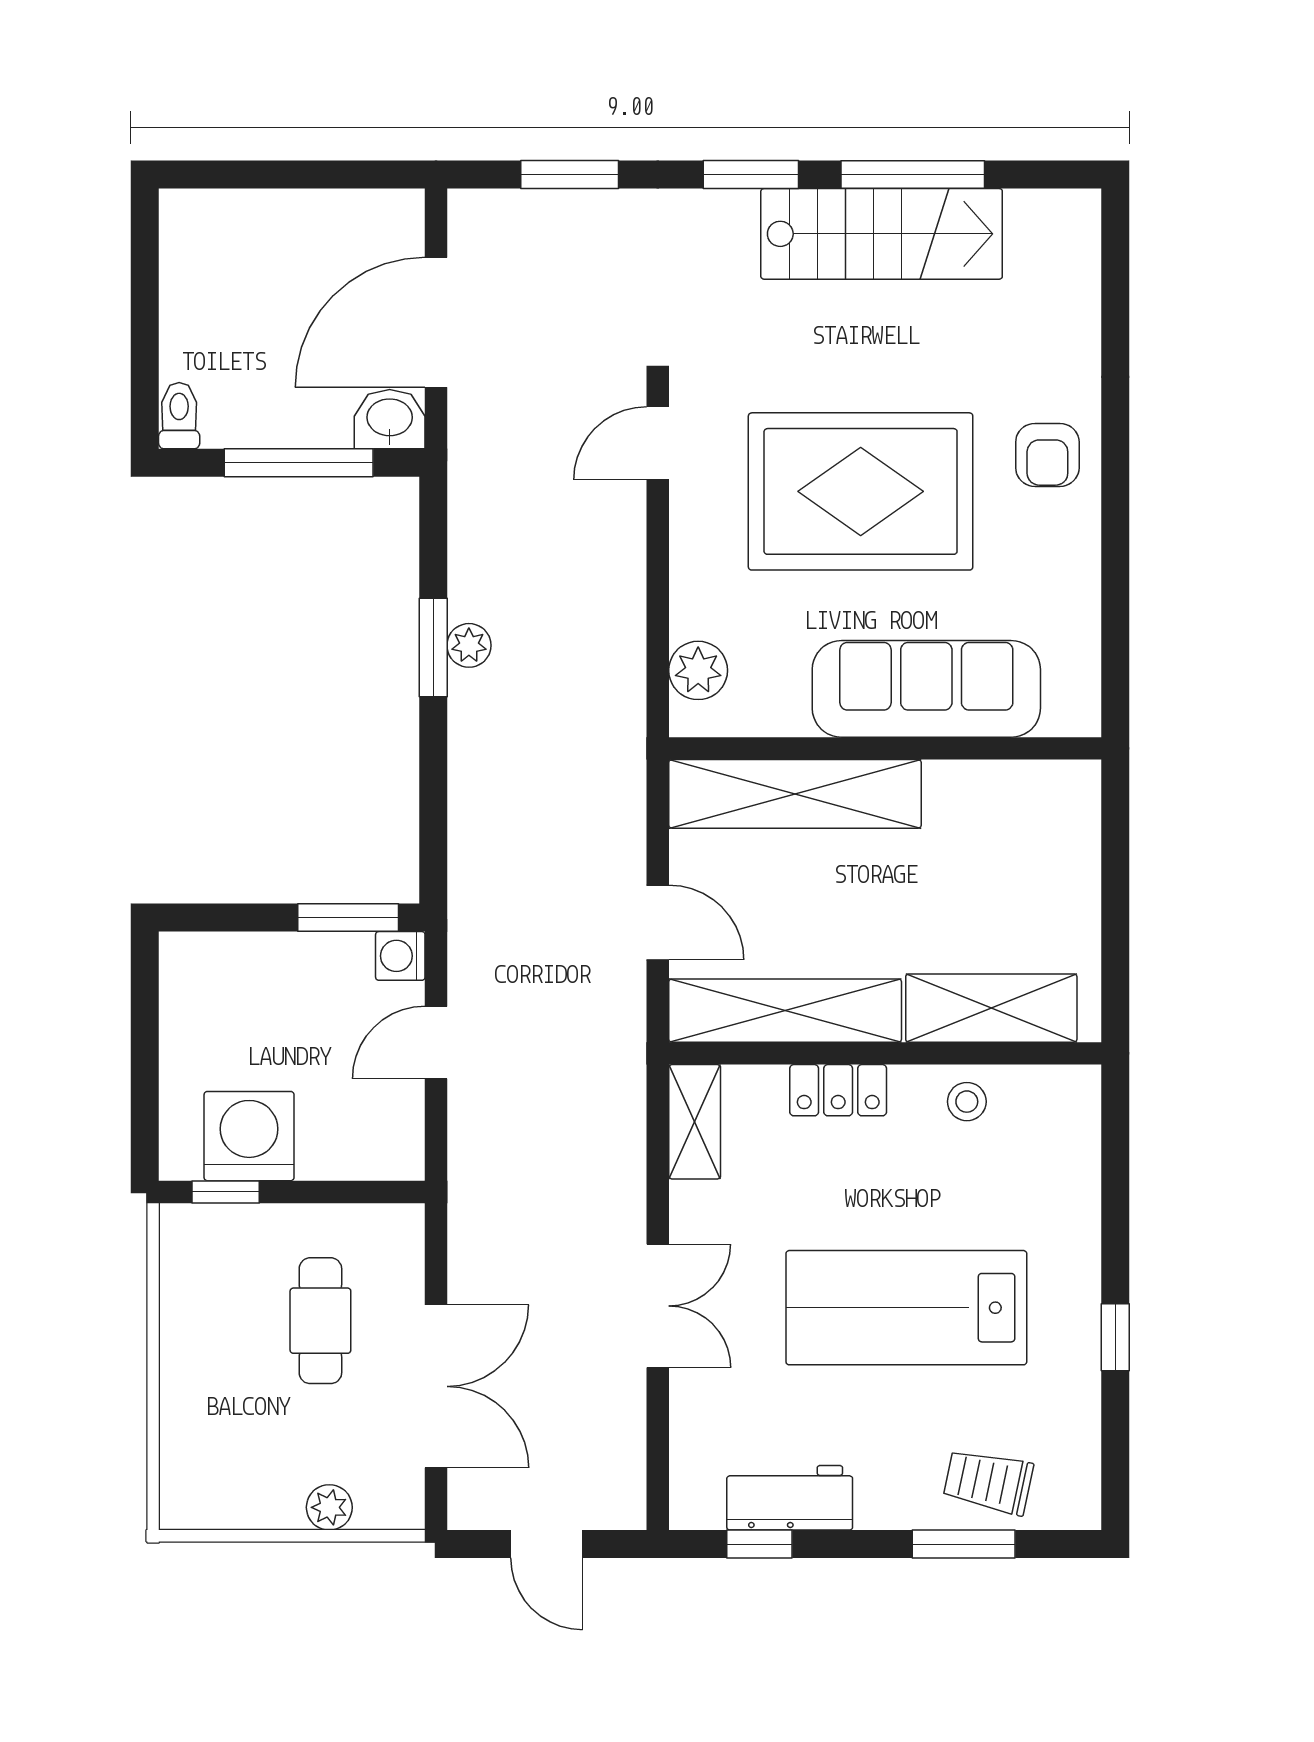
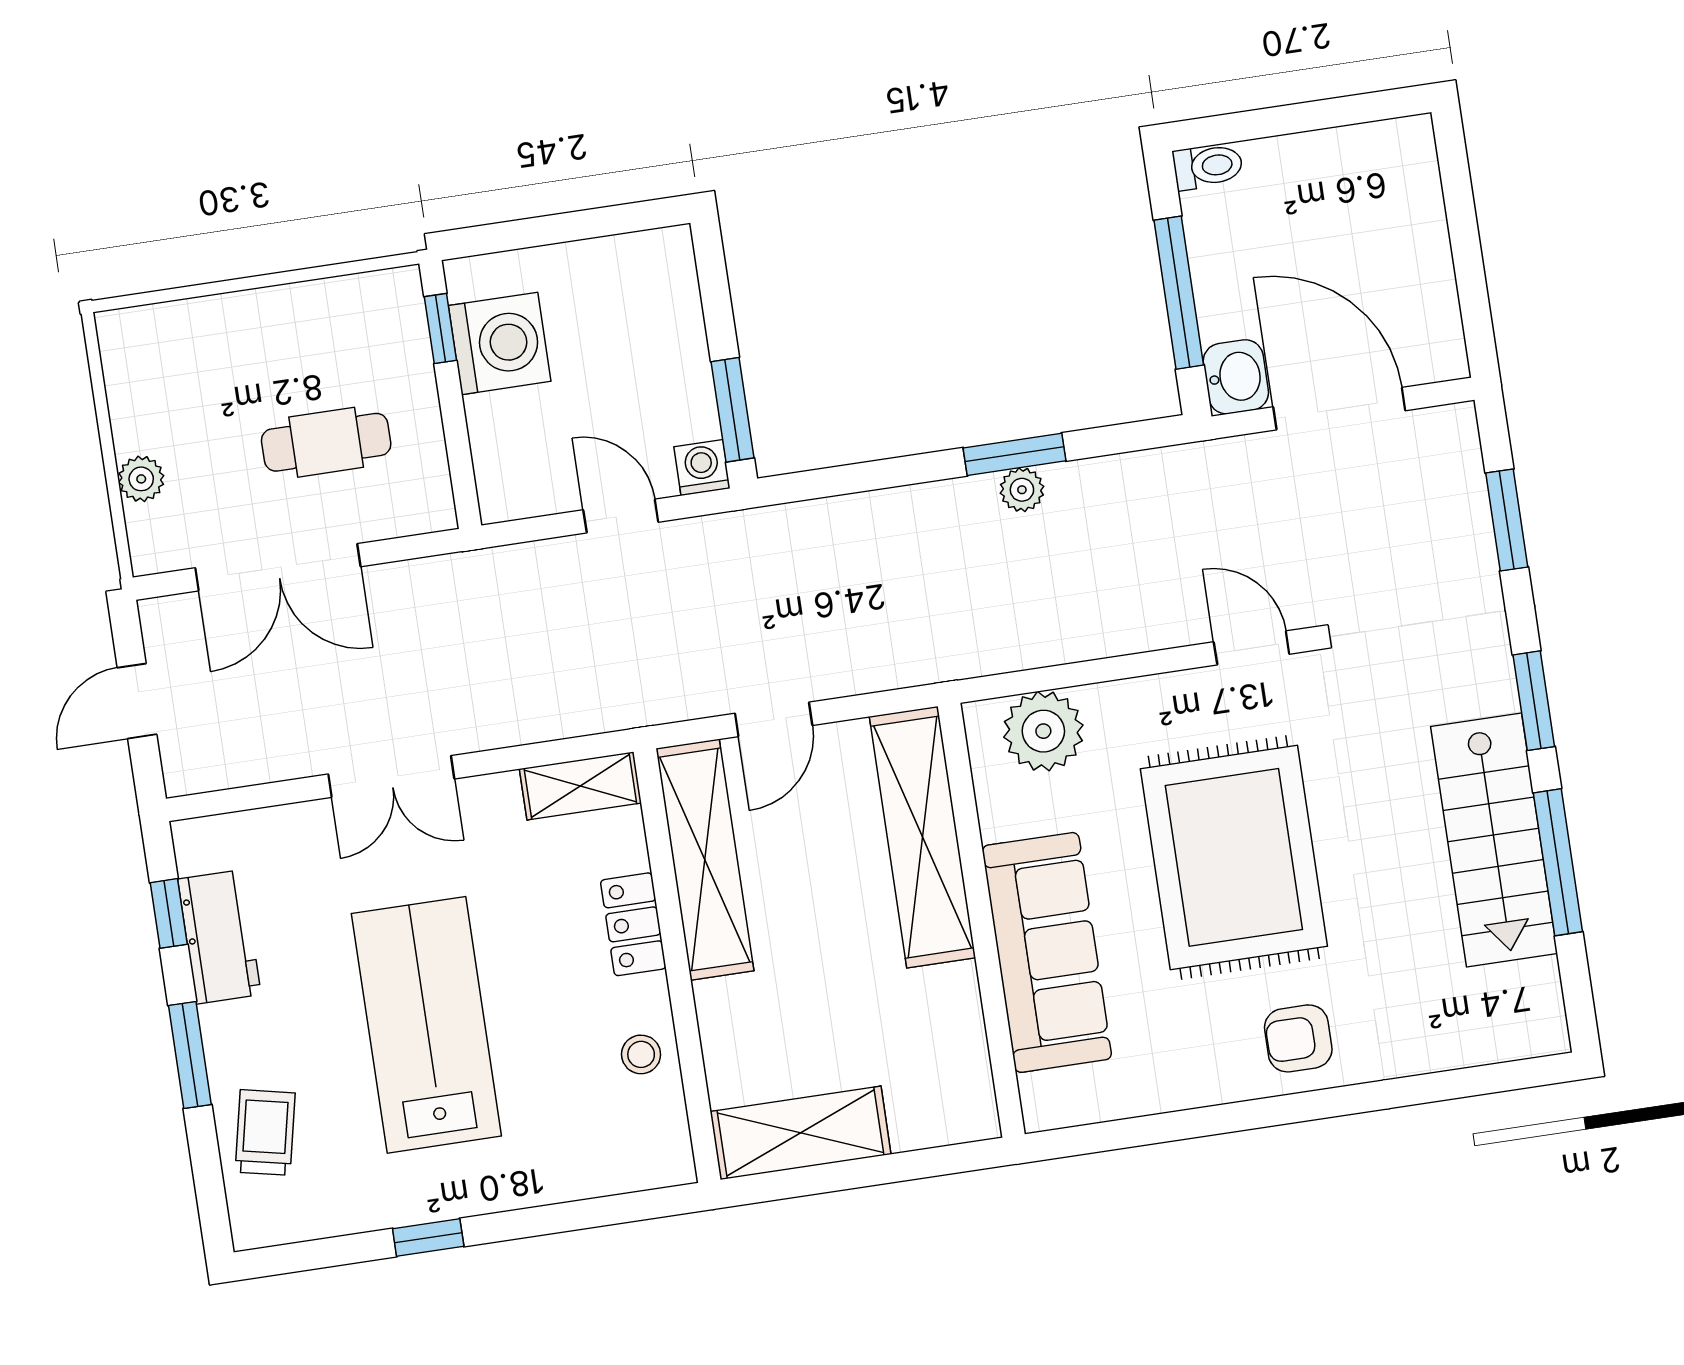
plant: (698, 670) -> (1043, 731), width x1.36, depth x1.36
shelving: (991, 1008) -> (801, 1133), moved, turned 90
window: (964, 1544) -> (190, 1055), moved

